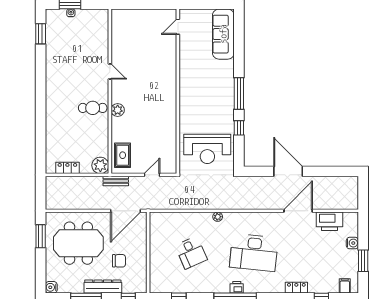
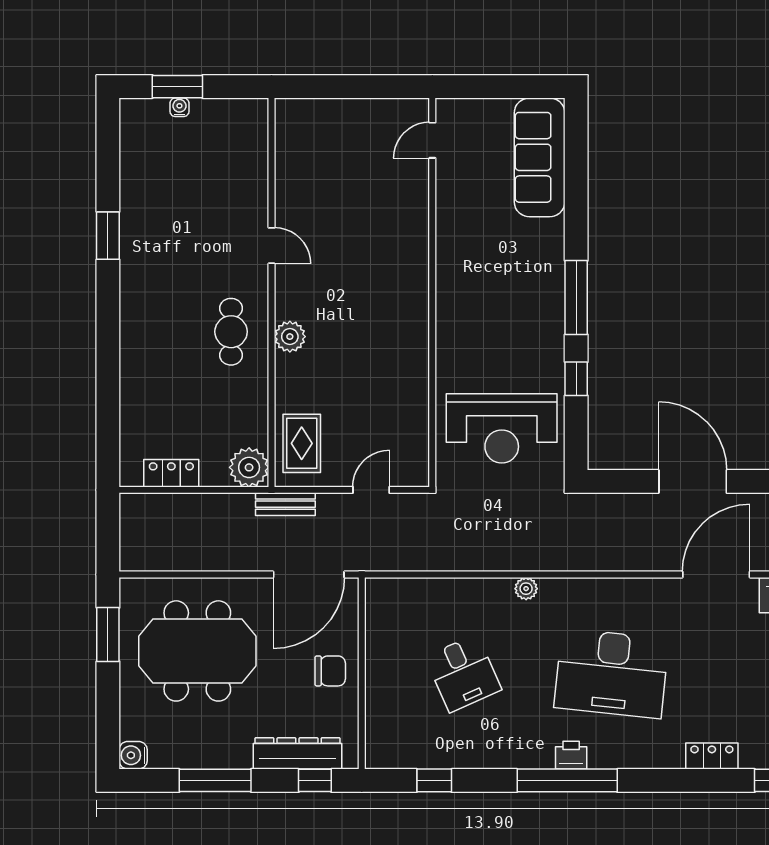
window: (41, 34) -> (108, 236), moved
cafe table: (93, 108) -> (231, 332), turned 90
chair: (119, 261) -> (330, 671), moved
dresser: (103, 287) -> (297, 753), moved

